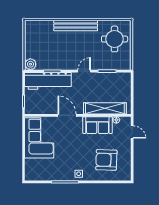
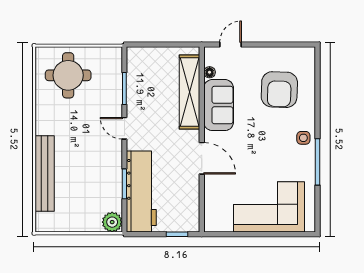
bench: (76, 26) -> (45, 174), moved
door: (67, 115) -> (202, 158), swing flipped
corner sofa: (39, 138) -> (269, 207), moved

